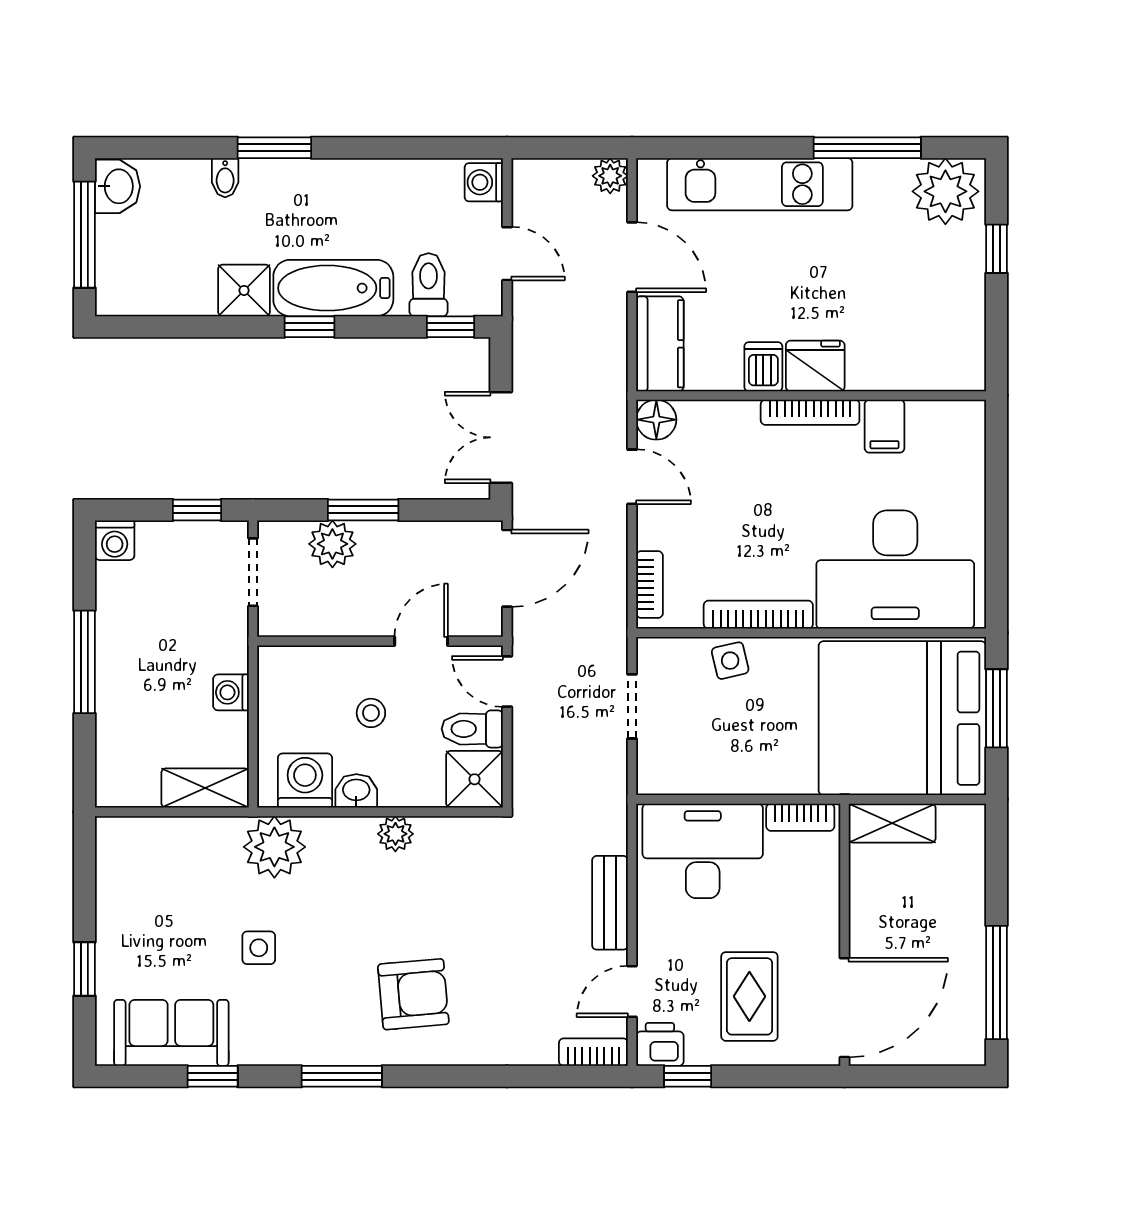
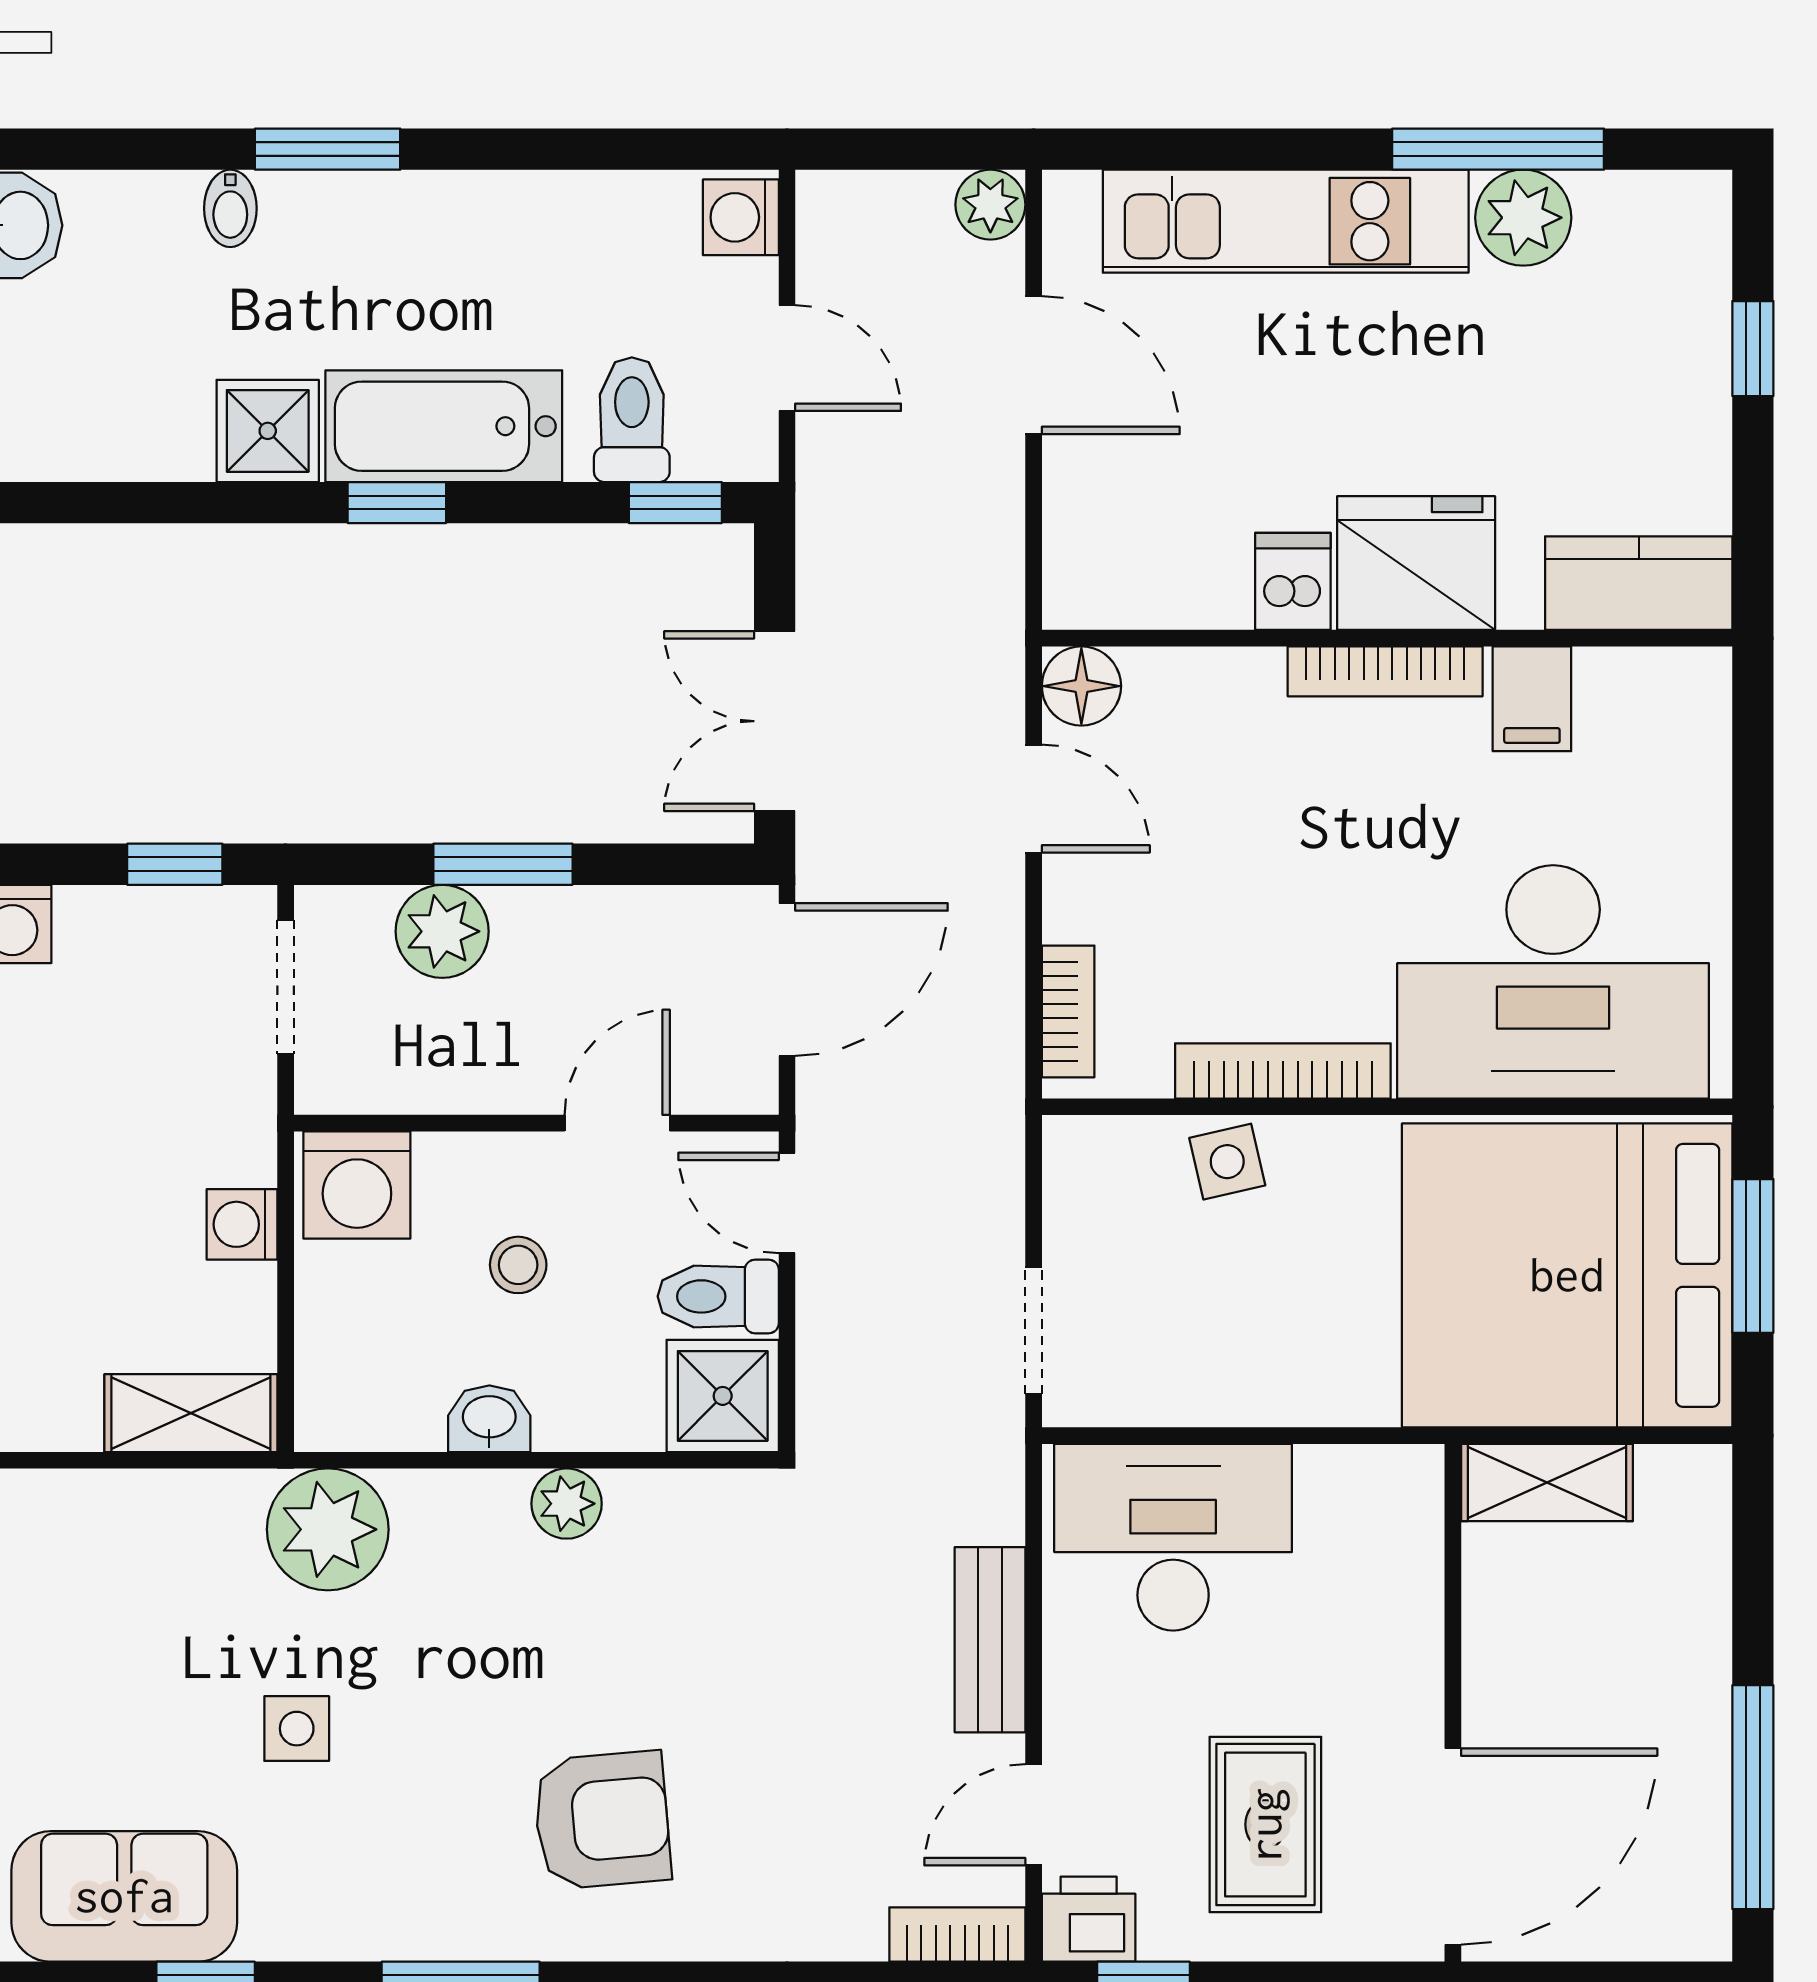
plant: (945, 191) -> (1523, 218), moved, width x0.73, depth x0.73
kitchen counter: (660, 344) -> (1639, 583), moved, turned -90
fridge: (815, 366) -> (1416, 563), width x1.36, depth x1.34
doorway: (632, 706) -> (1034, 1331), moved
washing machine: (305, 781) -> (357, 1185), moved, turned 180
bookcase: (800, 817) -> (1366, 1471), removed

